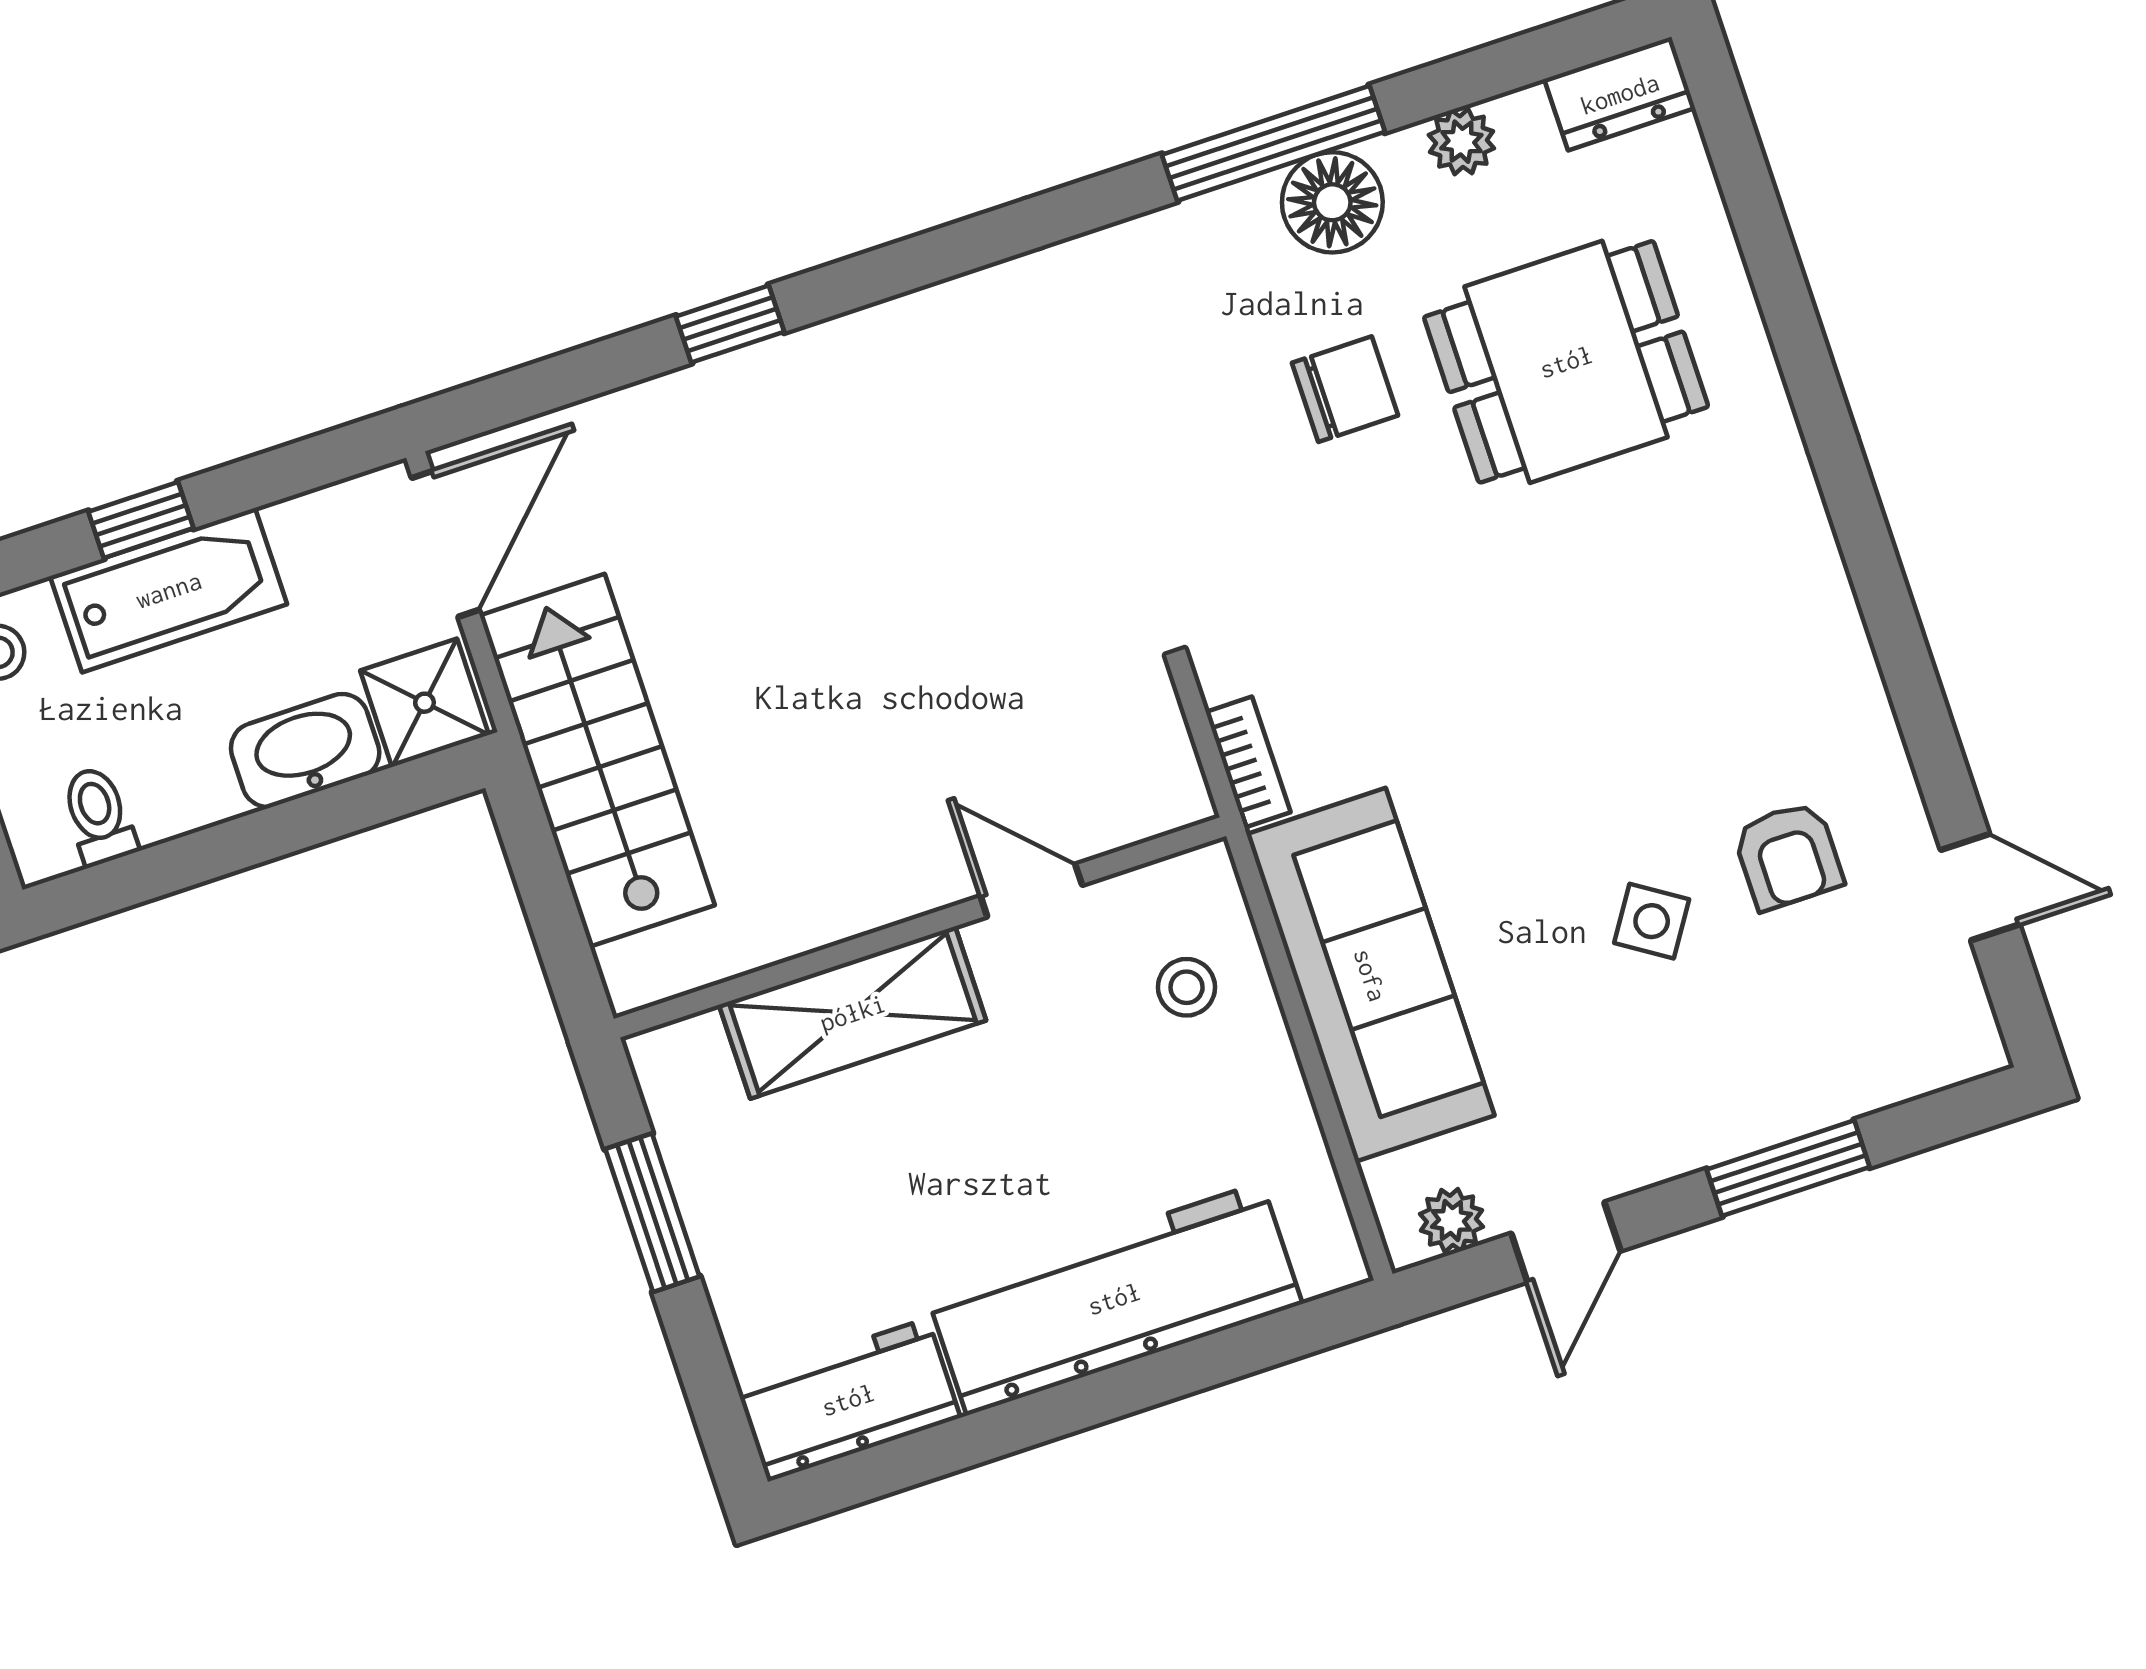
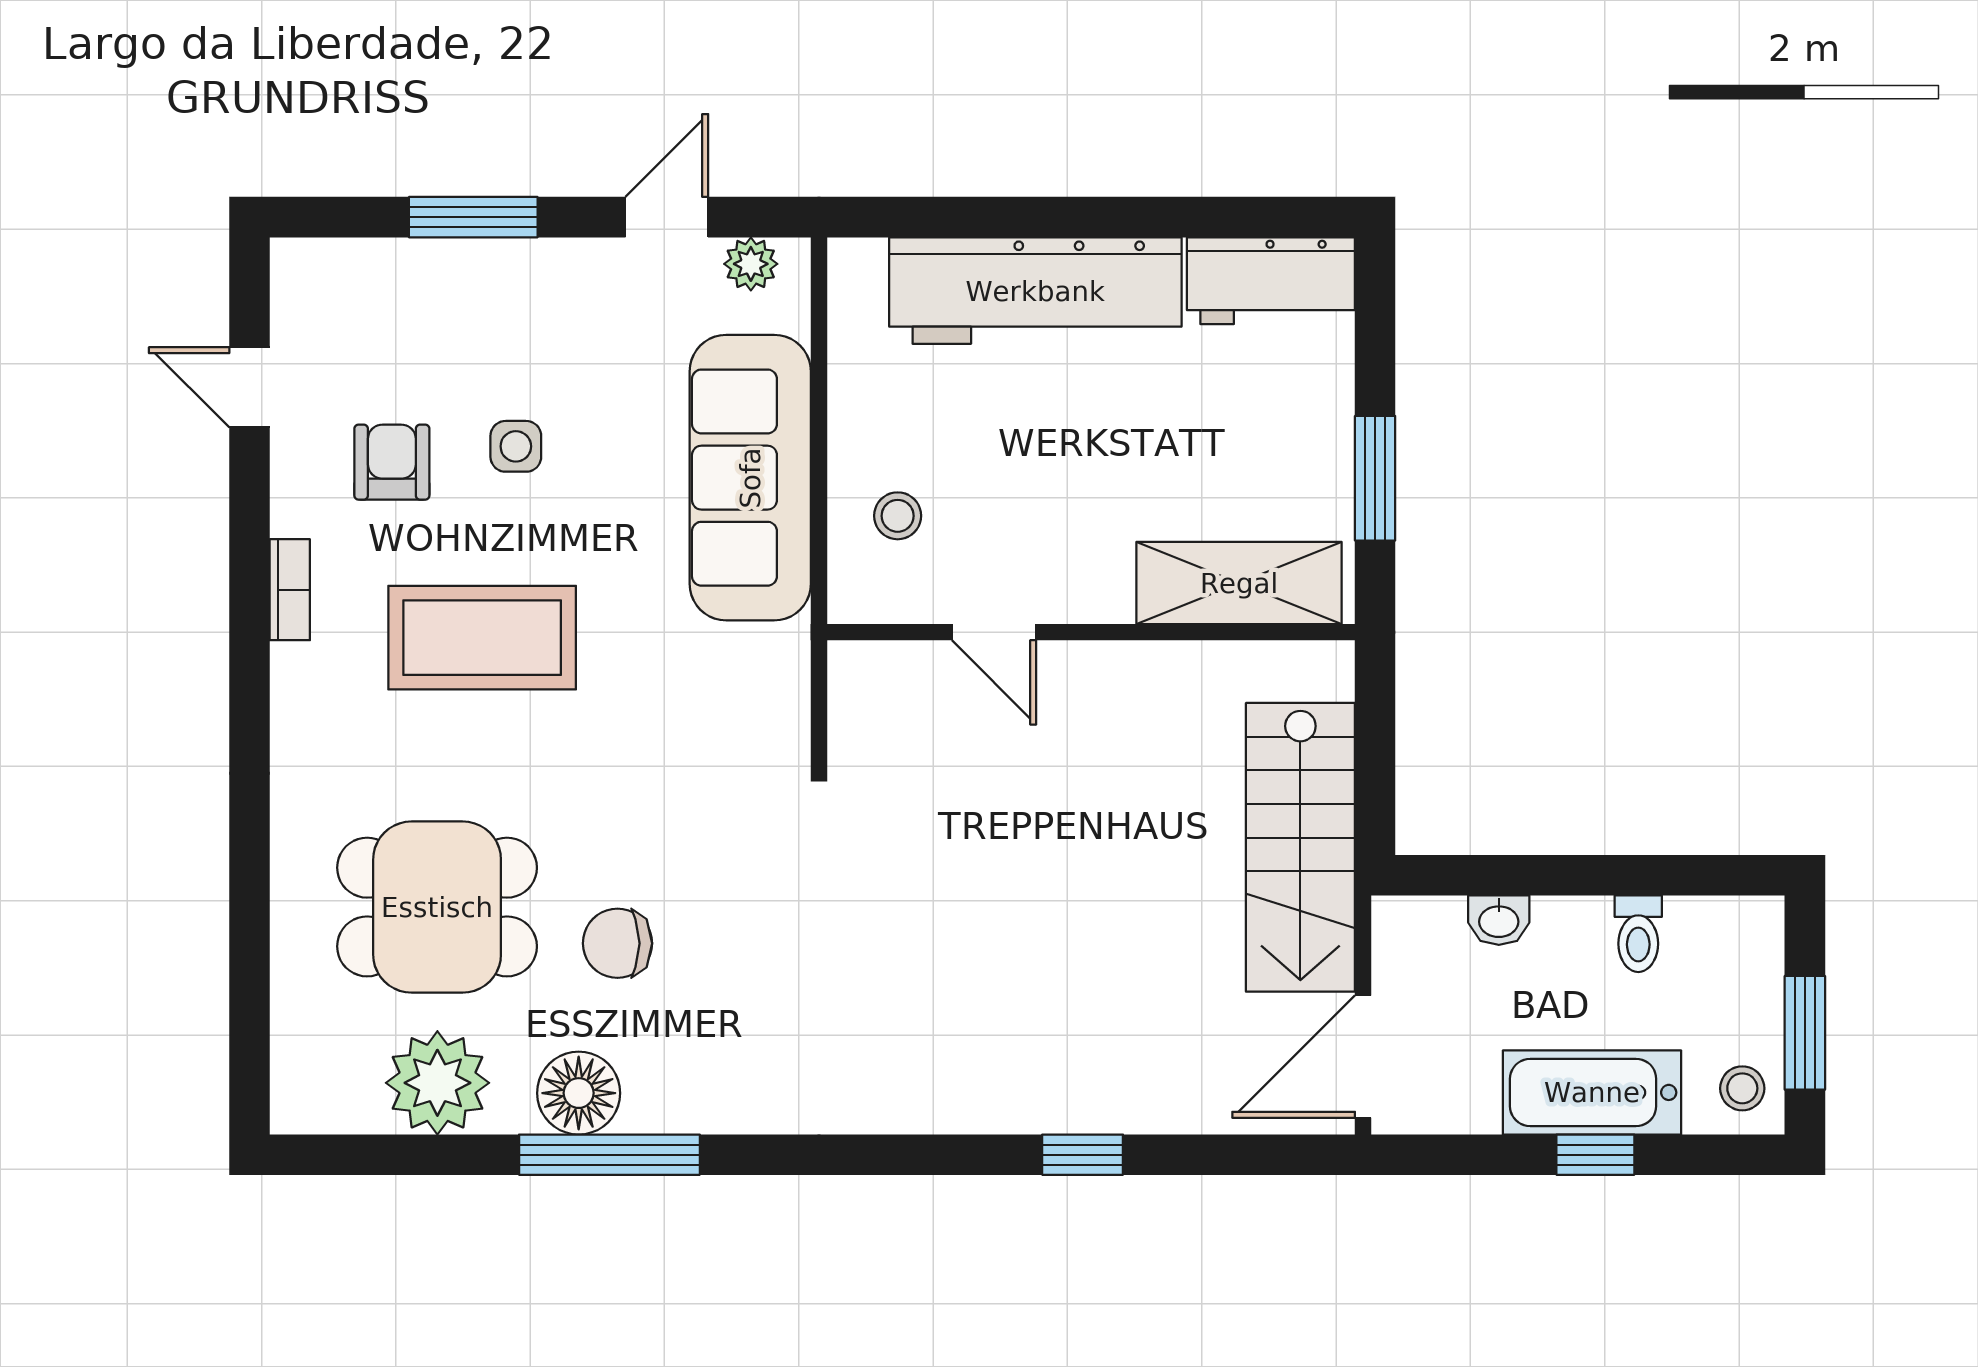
dresser: (1620, 94) -> (325, 1103), removed
plant: (1461, 142) -> (437, 1083), width x1.87, depth x1.87
coffee table: (1617, 689) -> (482, 638), added
shower: (425, 703) -> (1421, 938), removed
washbasin: (305, 750) -> (1499, 920), width x0.52, depth x0.69
bookcase: (1248, 762) -> (290, 590), moved, turned 180
toilet: (99, 816) -> (1638, 934), moved
side table: (1652, 921) -> (516, 446), turned -33
shelving: (853, 1013) -> (1239, 583), moved

